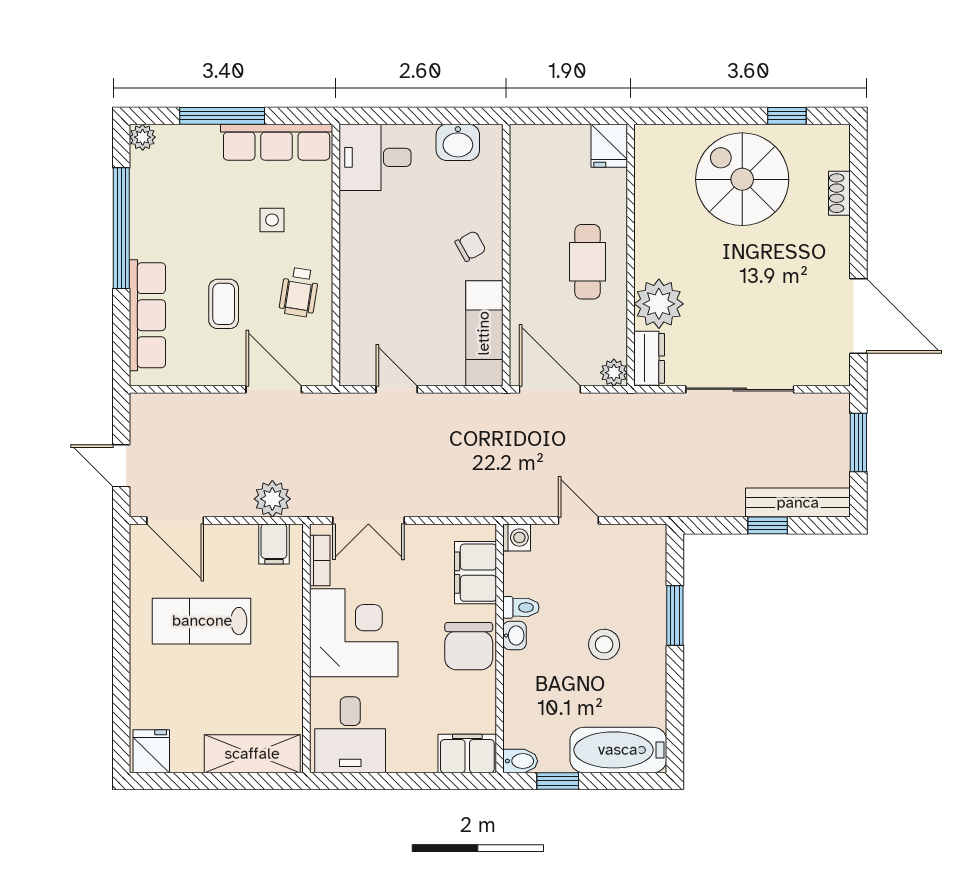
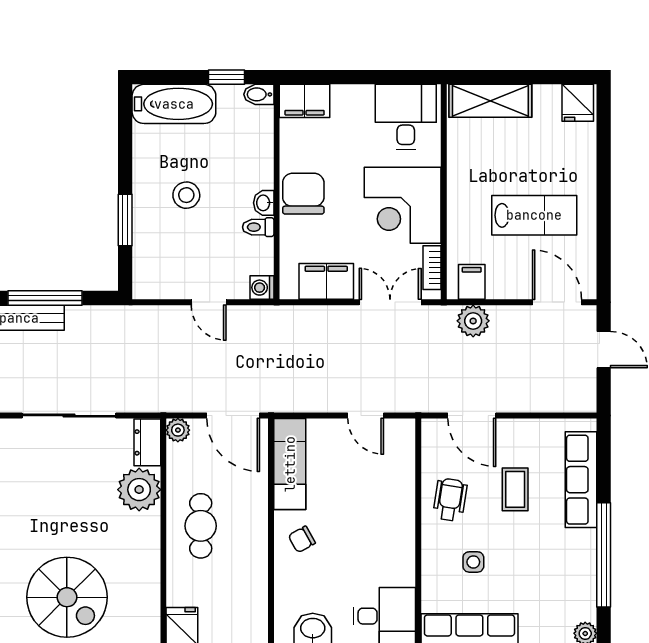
window: (768, 525) -> (45, 298), width x2.17
filing cabinet: (475, 573) -> (326, 281), moved, turned -90

